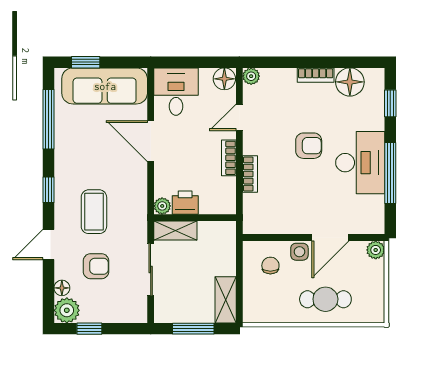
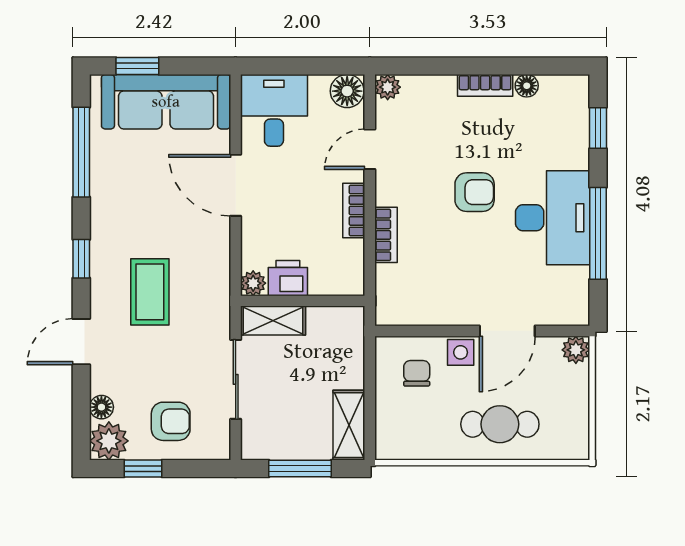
floor lamp: (350, 82) -> (527, 86), width x0.53, depth x0.53
armchair: (96, 266) -> (171, 421), moved

